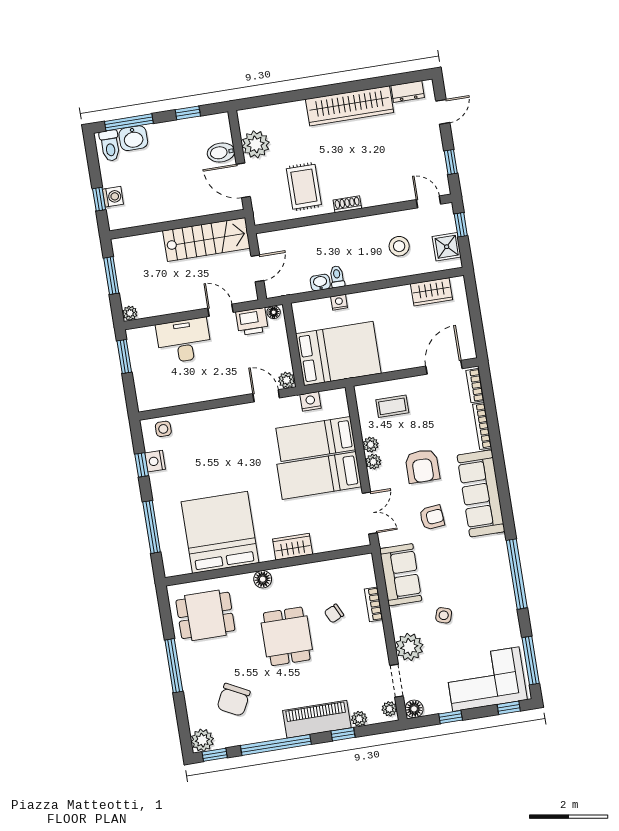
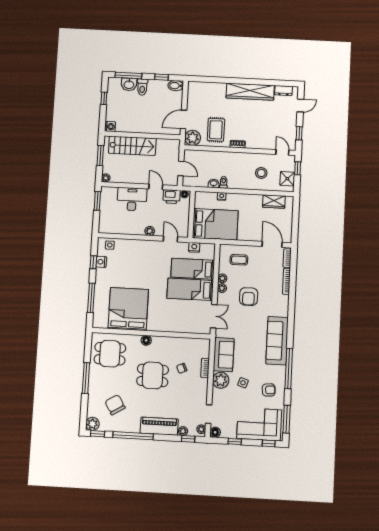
plant: (256, 144) -> (193, 138), moved
toilet: (110, 146) -> (142, 87), moved
bidet: (221, 152) -> (176, 86), moved
door: (243, 180) -> (184, 119), hinge flipped
washing machine: (113, 197) -> (110, 127), moved
window: (99, 199) -> (104, 98), moved
stairs: (206, 239) -> (132, 146), moved
door: (257, 268) -> (181, 168), hinge flipped
door: (444, 367) -> (272, 244), hinge flipped
plant: (287, 380) -> (150, 231), moved
sofa: (481, 493) -> (277, 341), moved
armchair: (432, 517) -> (269, 390), moved
wardrobe: (293, 547) -> (167, 326), removed
dining table: (287, 636) -> (153, 375), turned 90
plant: (409, 647) -> (221, 380), moved
chair: (234, 700) -> (115, 405), turned 122
window: (343, 734) -> (188, 439), moved

